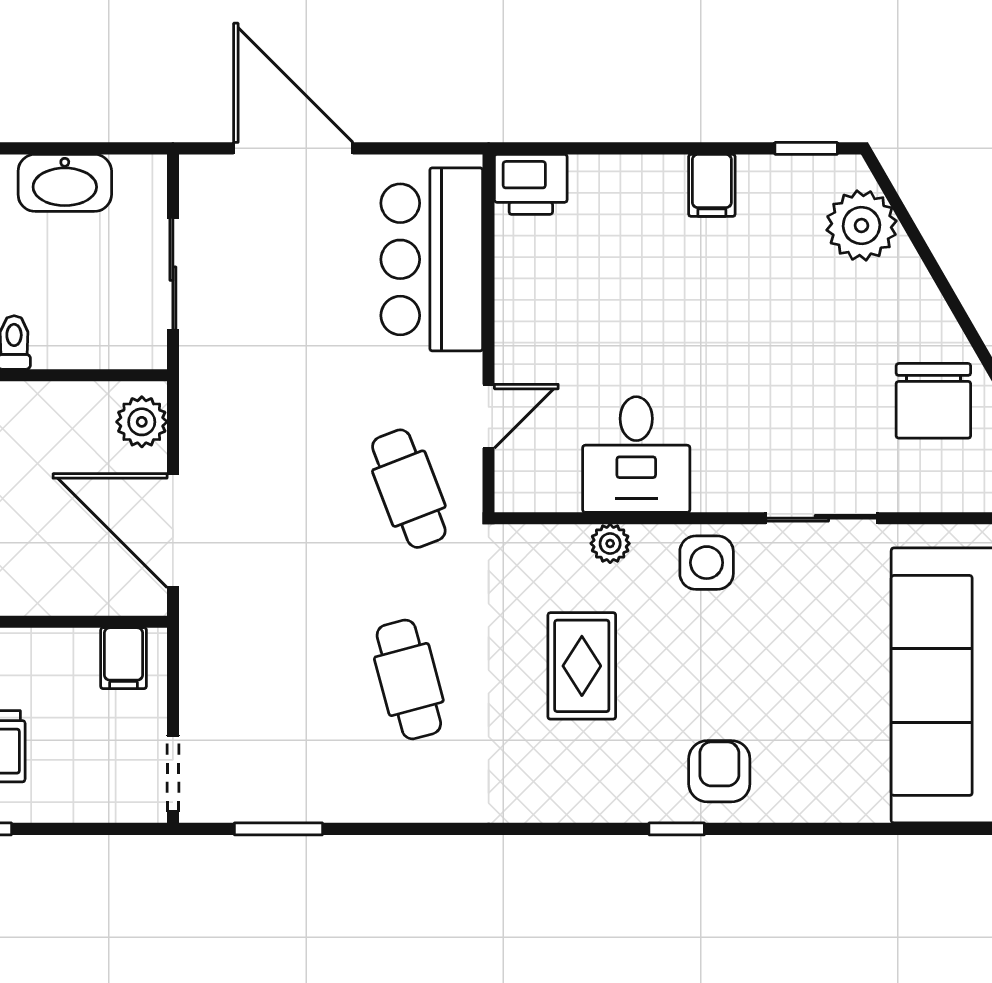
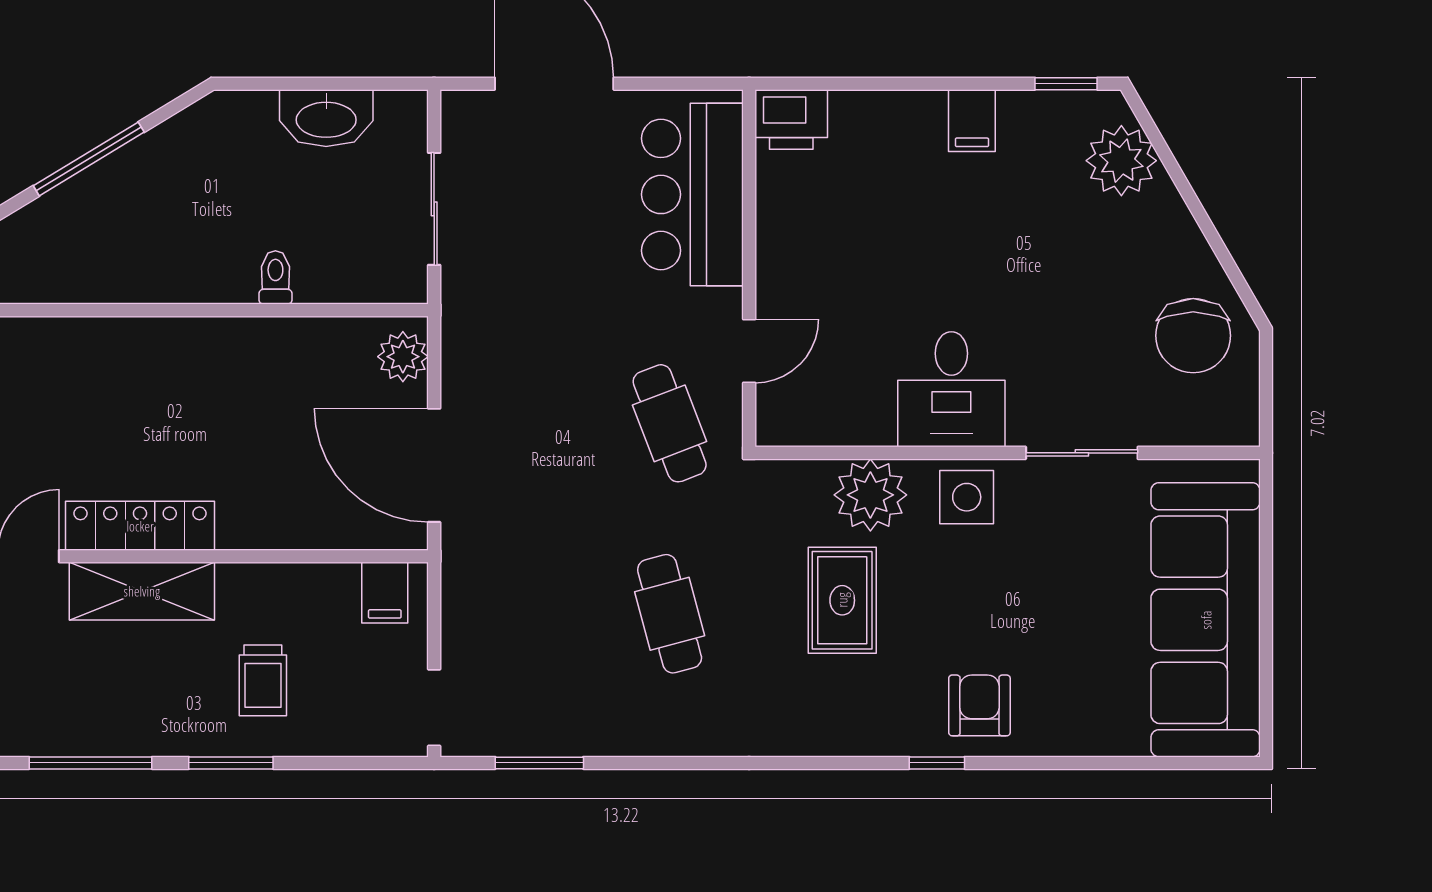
desk: (636, 454) -> (951, 389), moved
plant: (610, 543) -> (870, 495), width x1.87, depth x1.87

